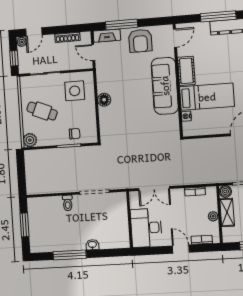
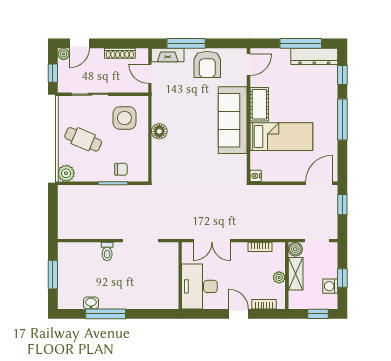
nightstand: (186, 116) -> (256, 176), moved
washbasin: (92, 245) -> (91, 303), moved

